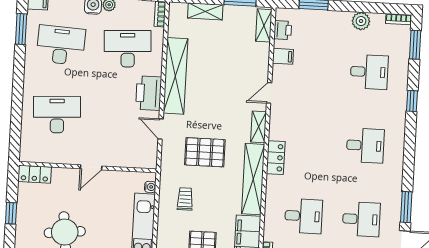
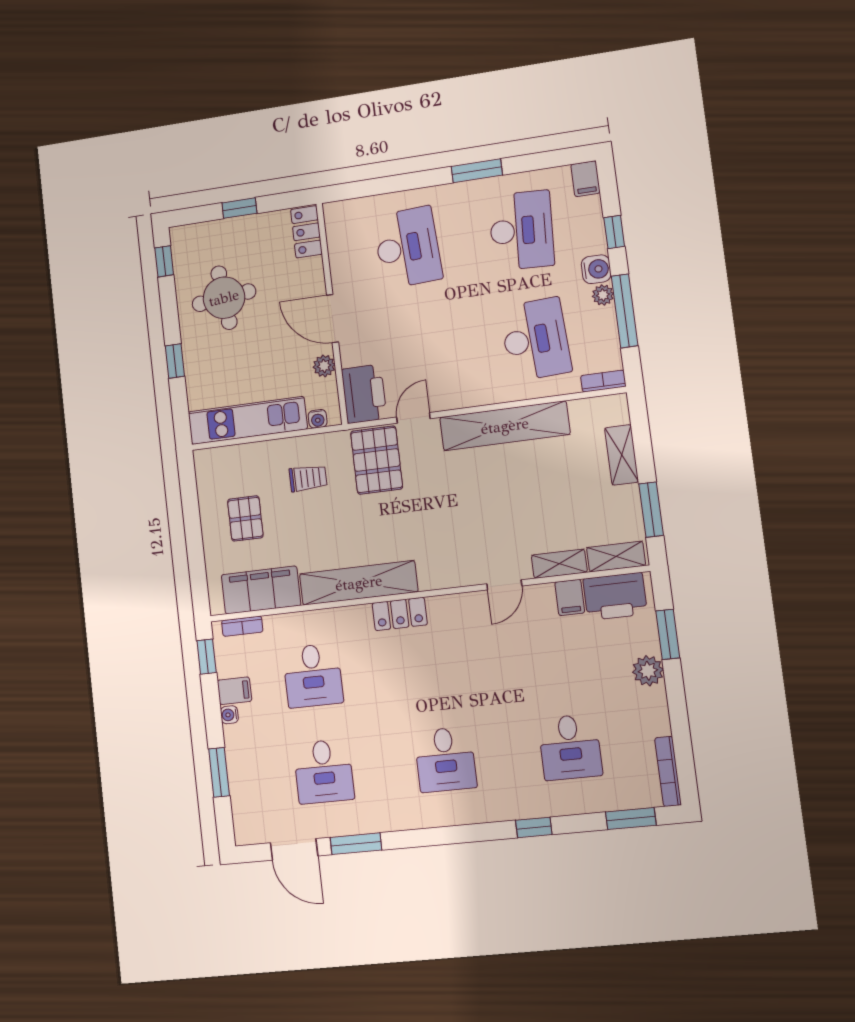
bookcase: (399, 19) -> (668, 771), width x1.56
plant: (361, 21) -> (648, 671), moved
window: (21, 29) -> (477, 171), moved
printer: (283, 30) -> (615, 596), width x1.87, depth x1.48
printer: (149, 93) -> (364, 394), moved, turned 90
door: (269, 93) -> (504, 585), swing flipped
shelving: (259, 127) -> (559, 564), moved
pallet: (205, 152) -> (377, 460), moved
door: (91, 167) -> (333, 319), width x1.38
plant: (119, 177) -> (324, 366), added

